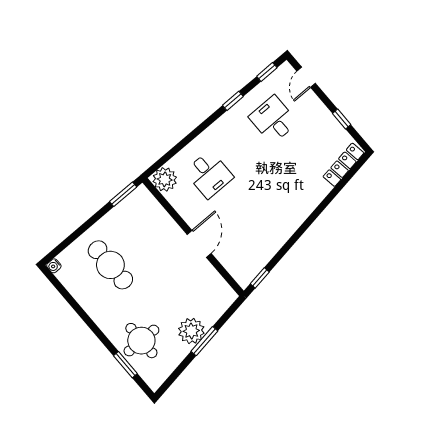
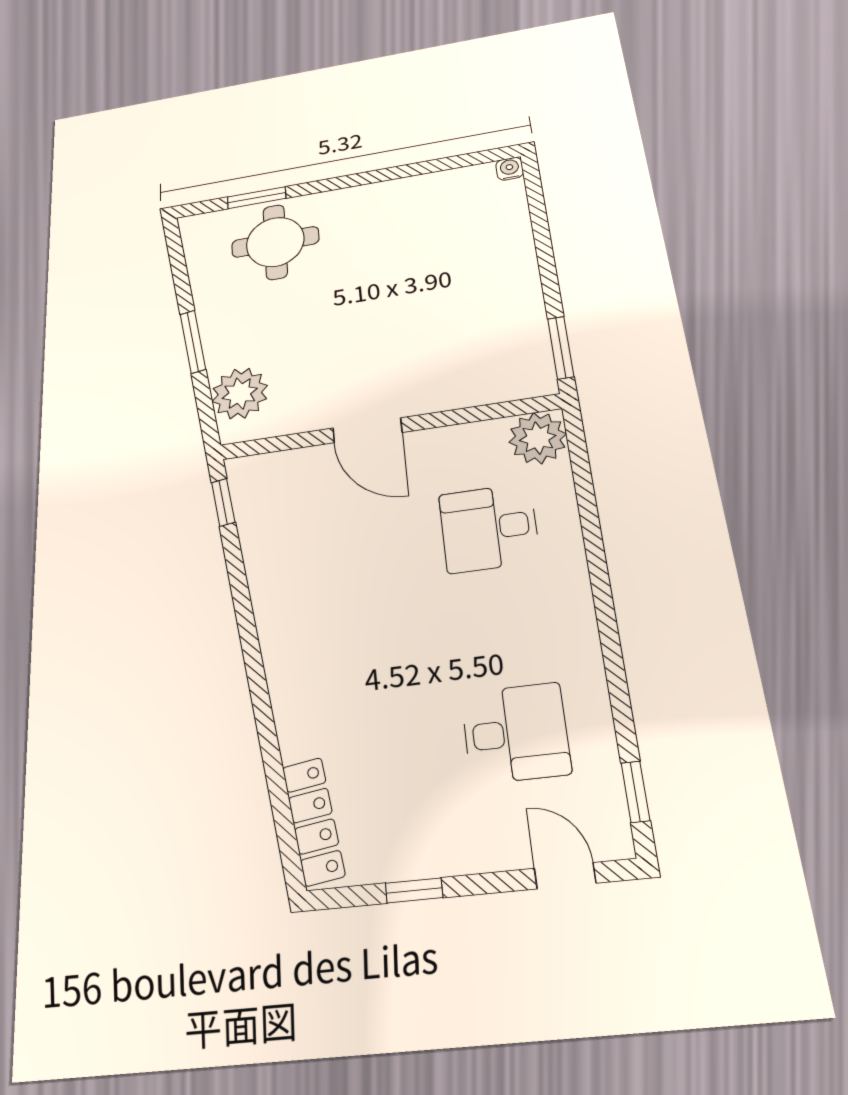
window: (233, 101) -> (615, 673), removed
cafe table: (110, 265) -> (443, 259), removed
plant: (191, 331) -> (240, 393), moved

